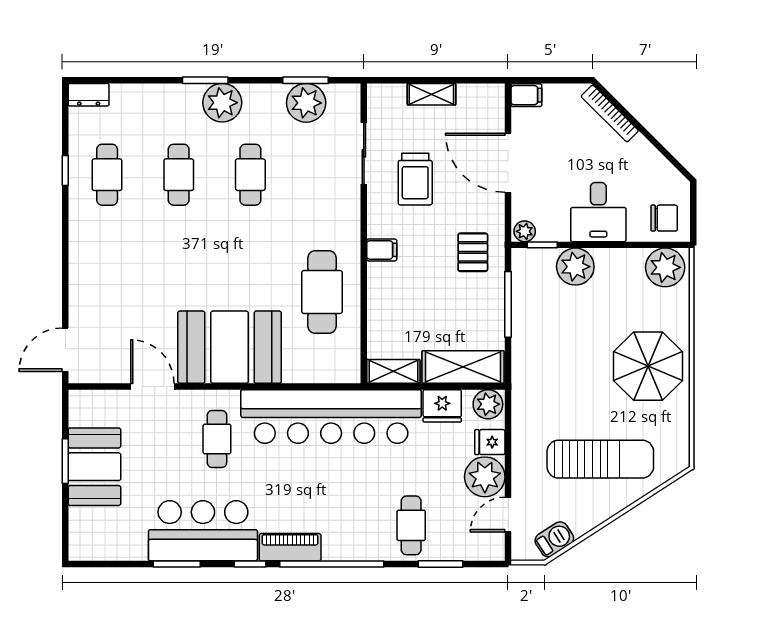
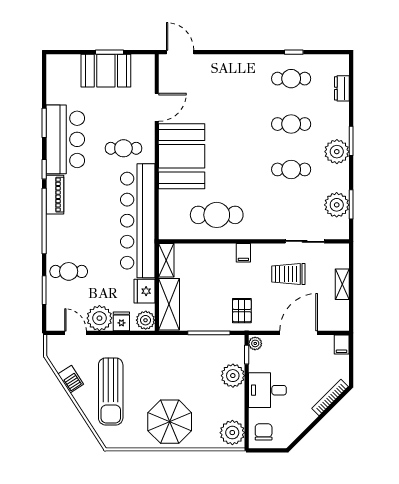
dresser: (89, 95) -> (342, 88), moved
chair: (664, 218) -> (264, 432), turned 180
pallet: (473, 252) -> (242, 311), turned 90
barbecue: (554, 539) -> (71, 379), moved

